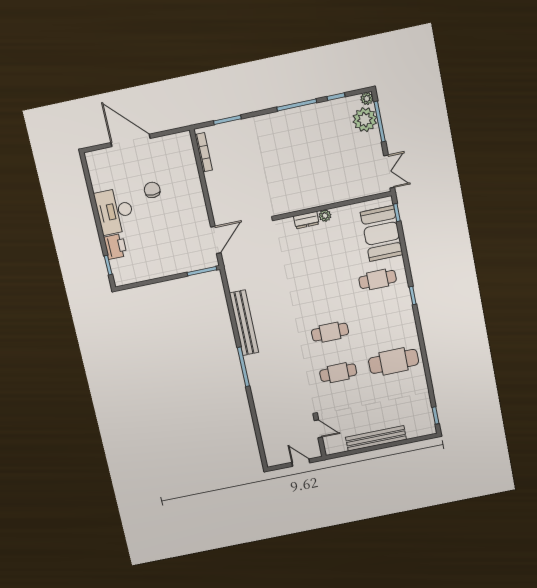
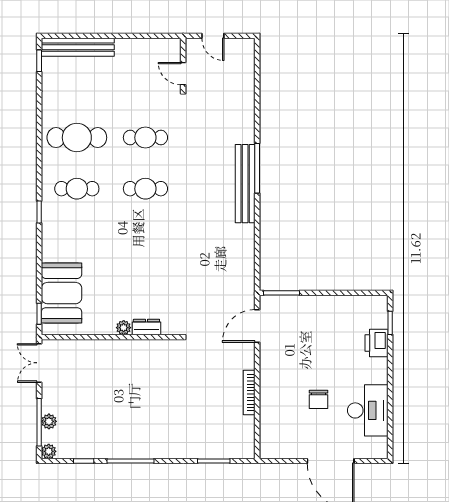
plant: (365, 120) -> (49, 421), width x0.53, depth x0.53
bookcase: (204, 152) -> (249, 393), moved
desk: (115, 211) -> (368, 410), moved
cafe table: (378, 279) -> (77, 189), moved
bench: (244, 323) -> (245, 184), moved
bench: (376, 438) -> (78, 47), moved

